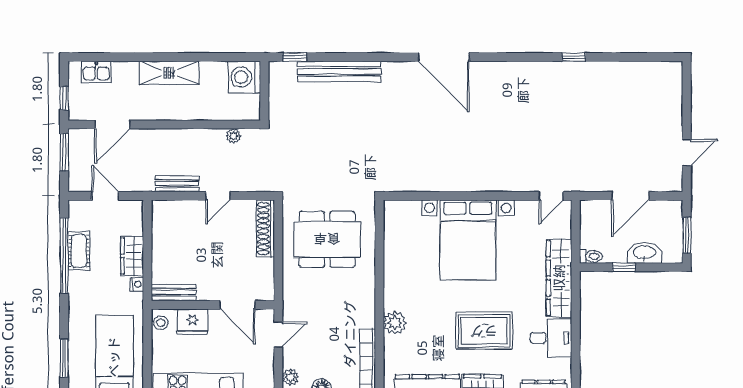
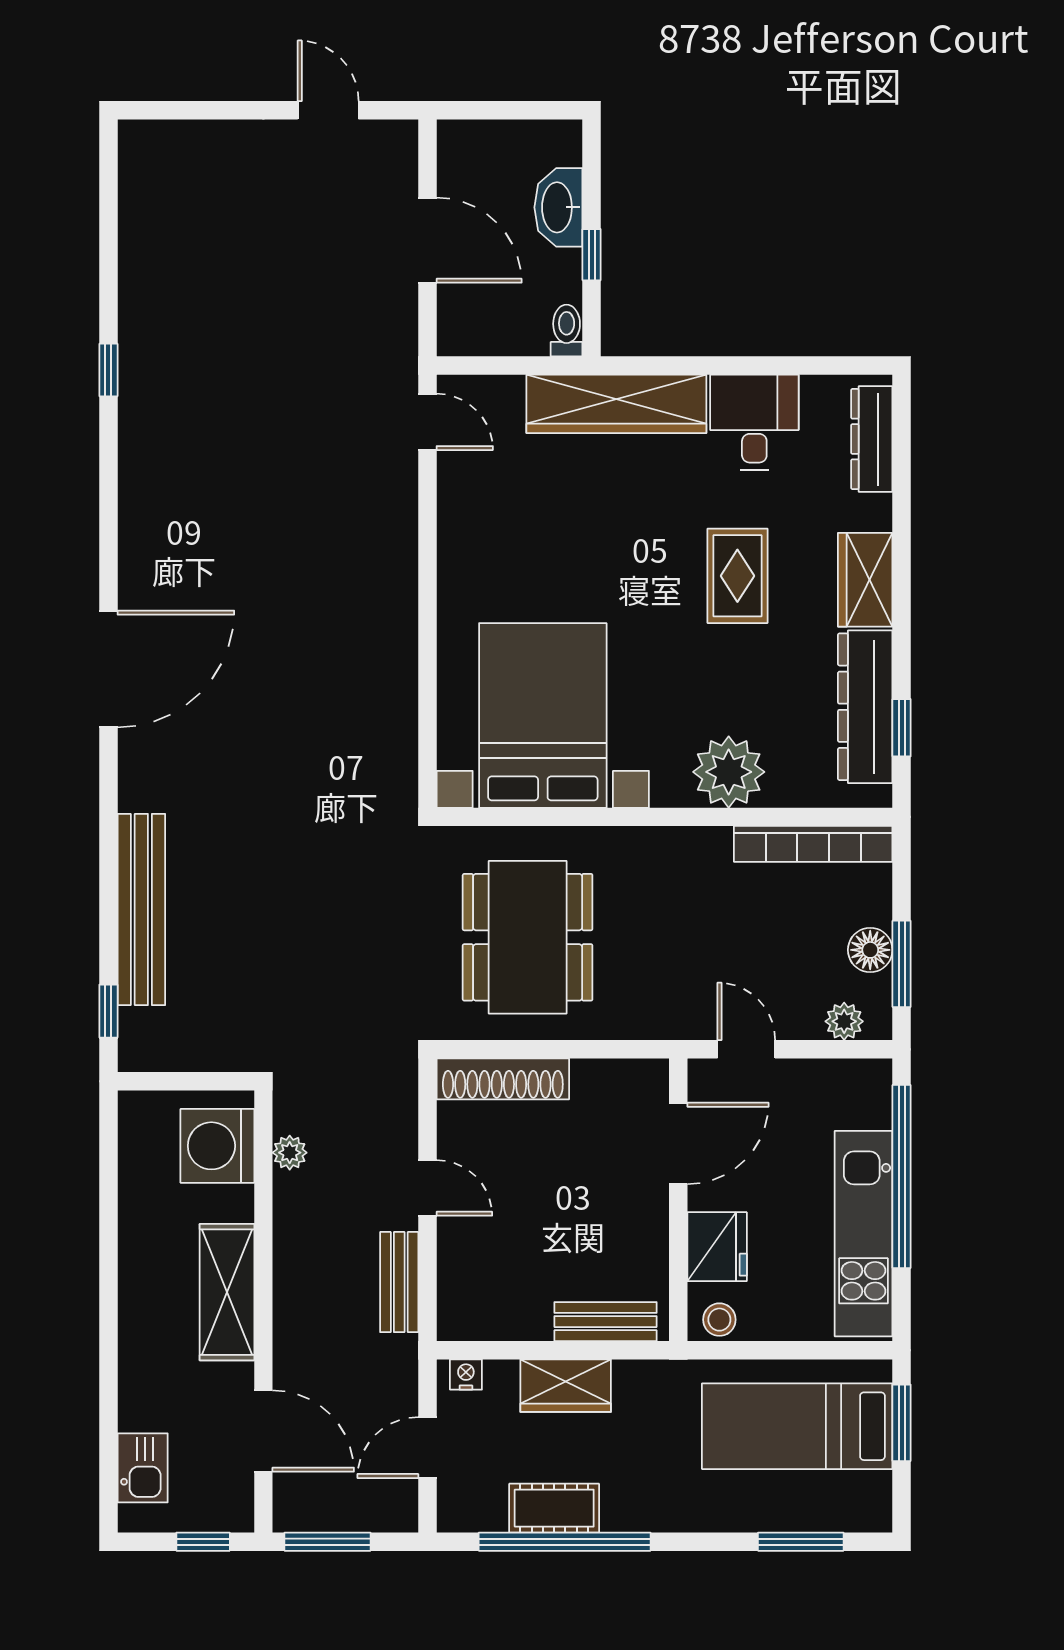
shelving: (169, 73) -> (227, 1292), moved
washing machine: (244, 77) -> (217, 1146), moved, turned 90
window: (687, 235) -> (518, 110), removed
bed with nightstands: (468, 240) -> (543, 715), moved, turned -90
nightstand: (137, 284) -> (466, 1374), moved
bench: (174, 292) -> (606, 1322), moved, turned 90
plant: (395, 323) -> (729, 772), width x1.36, depth x1.36
rug: (484, 331) -> (737, 576), width x0.73, depth x0.70

